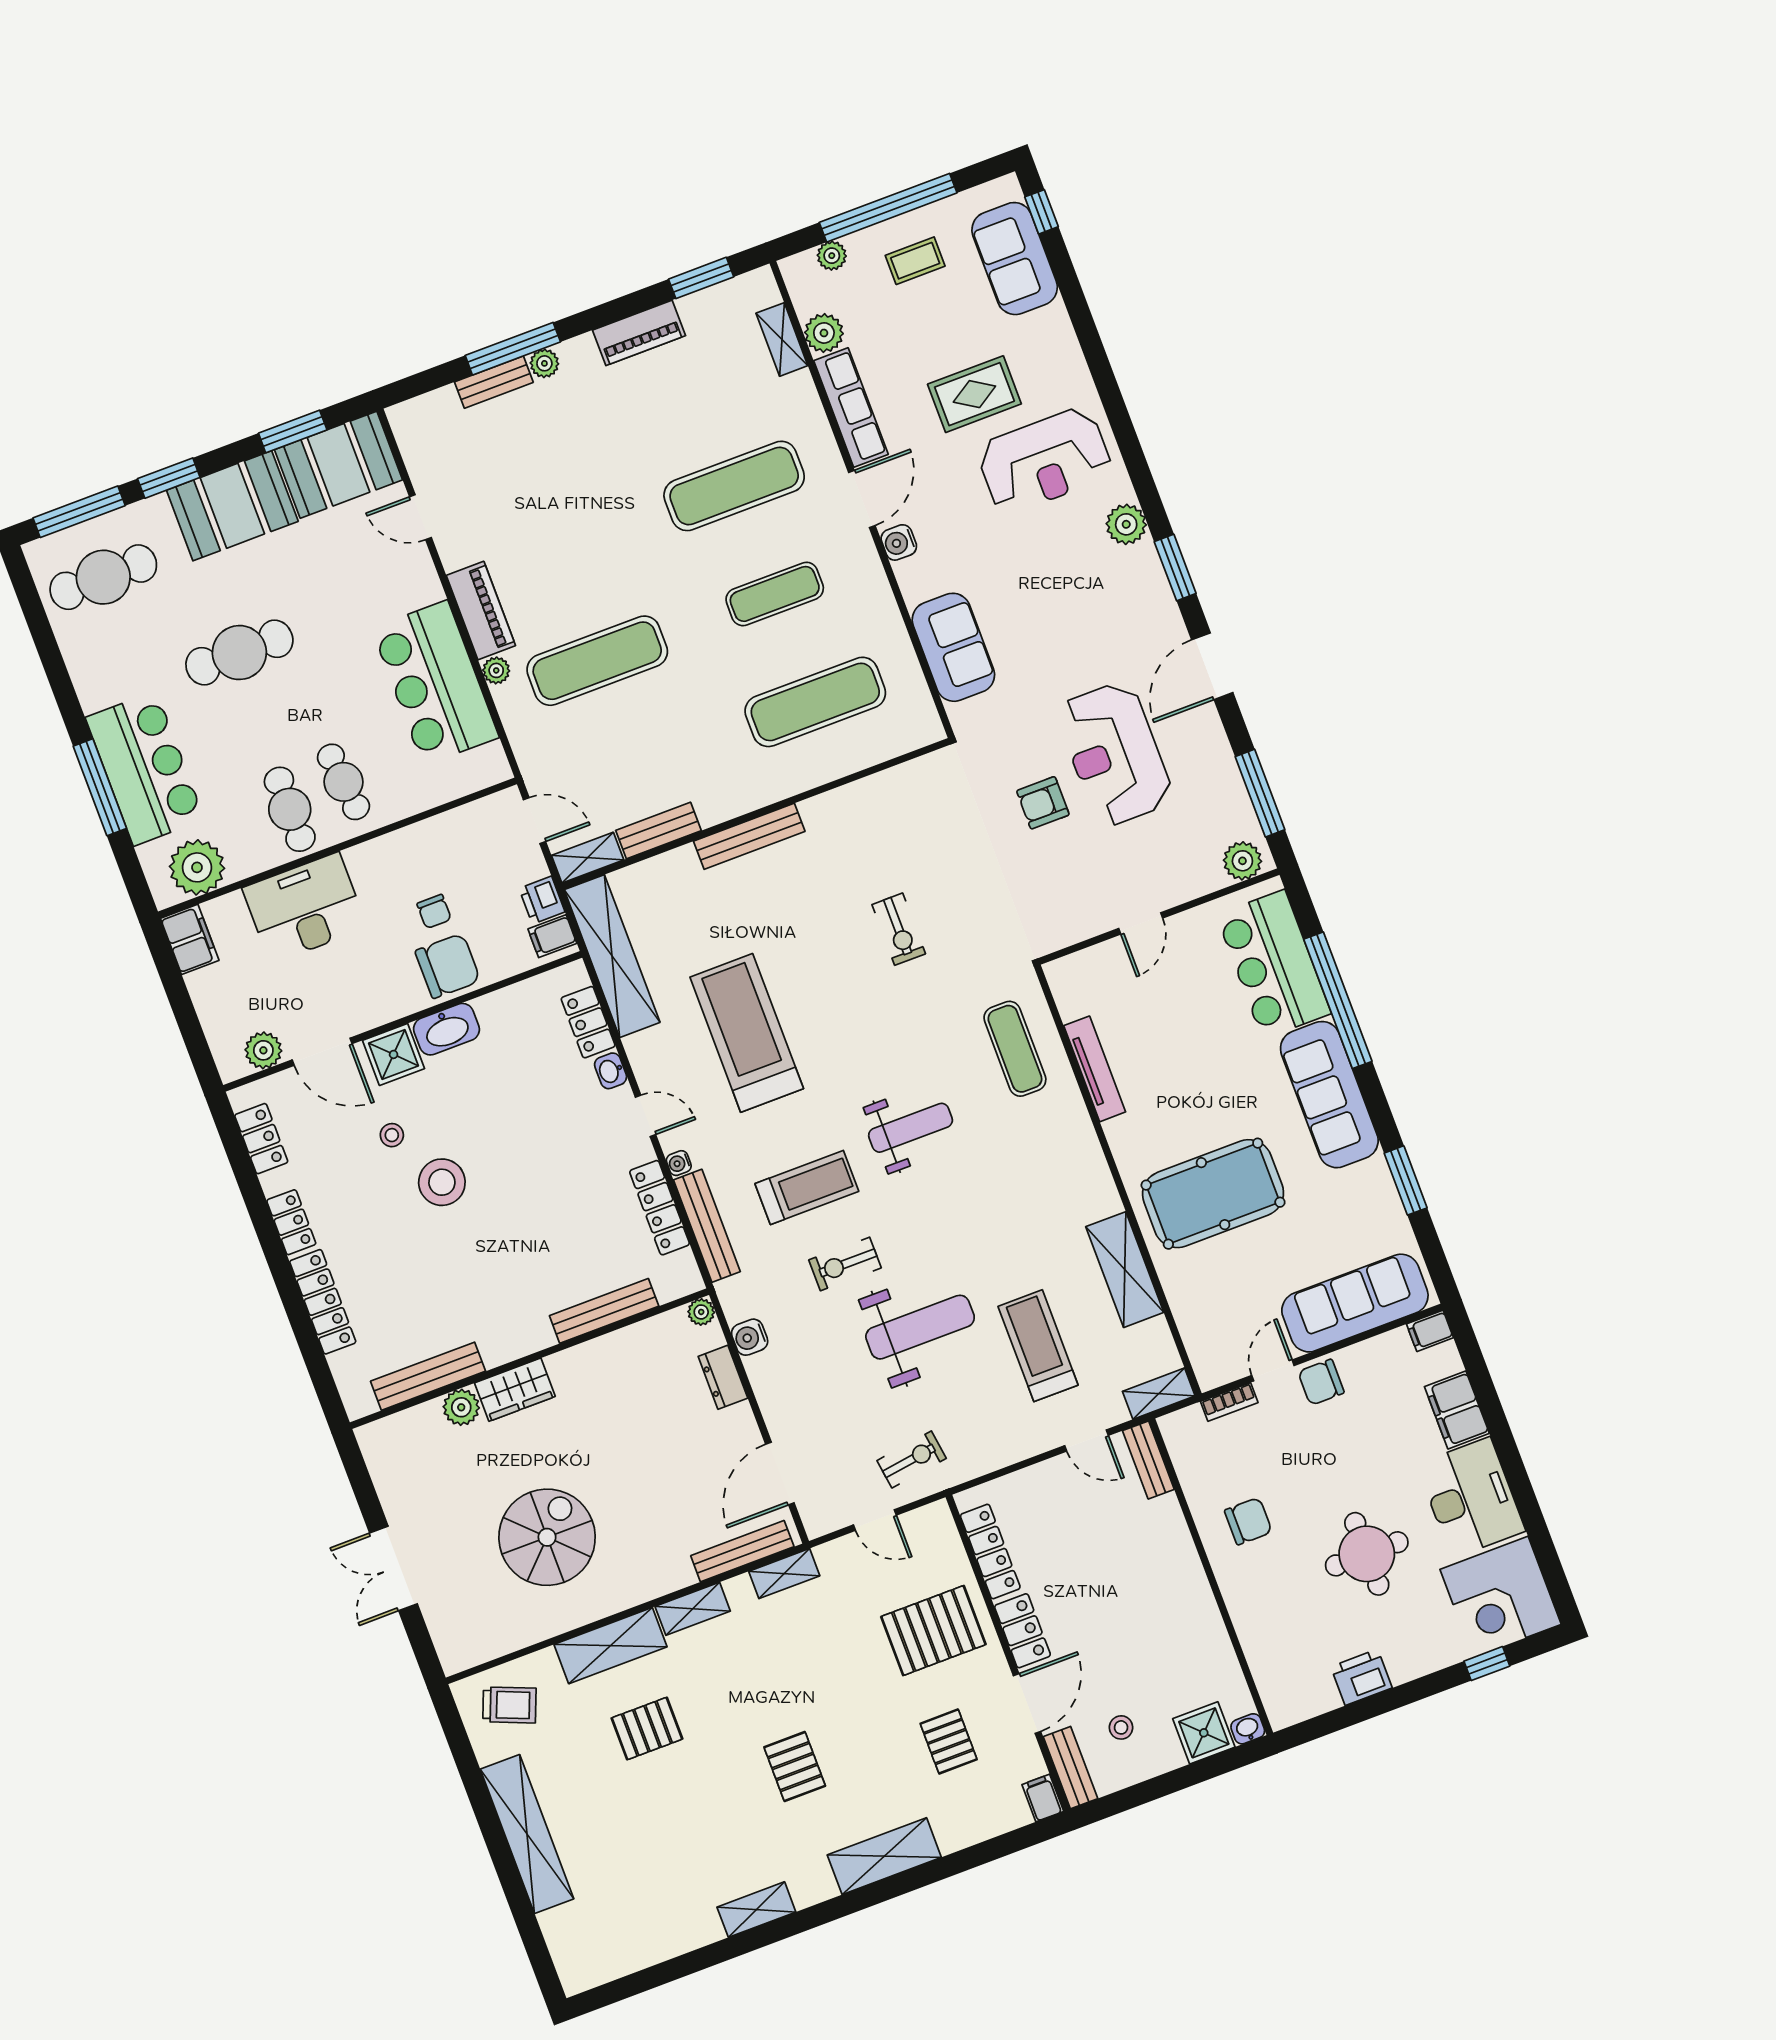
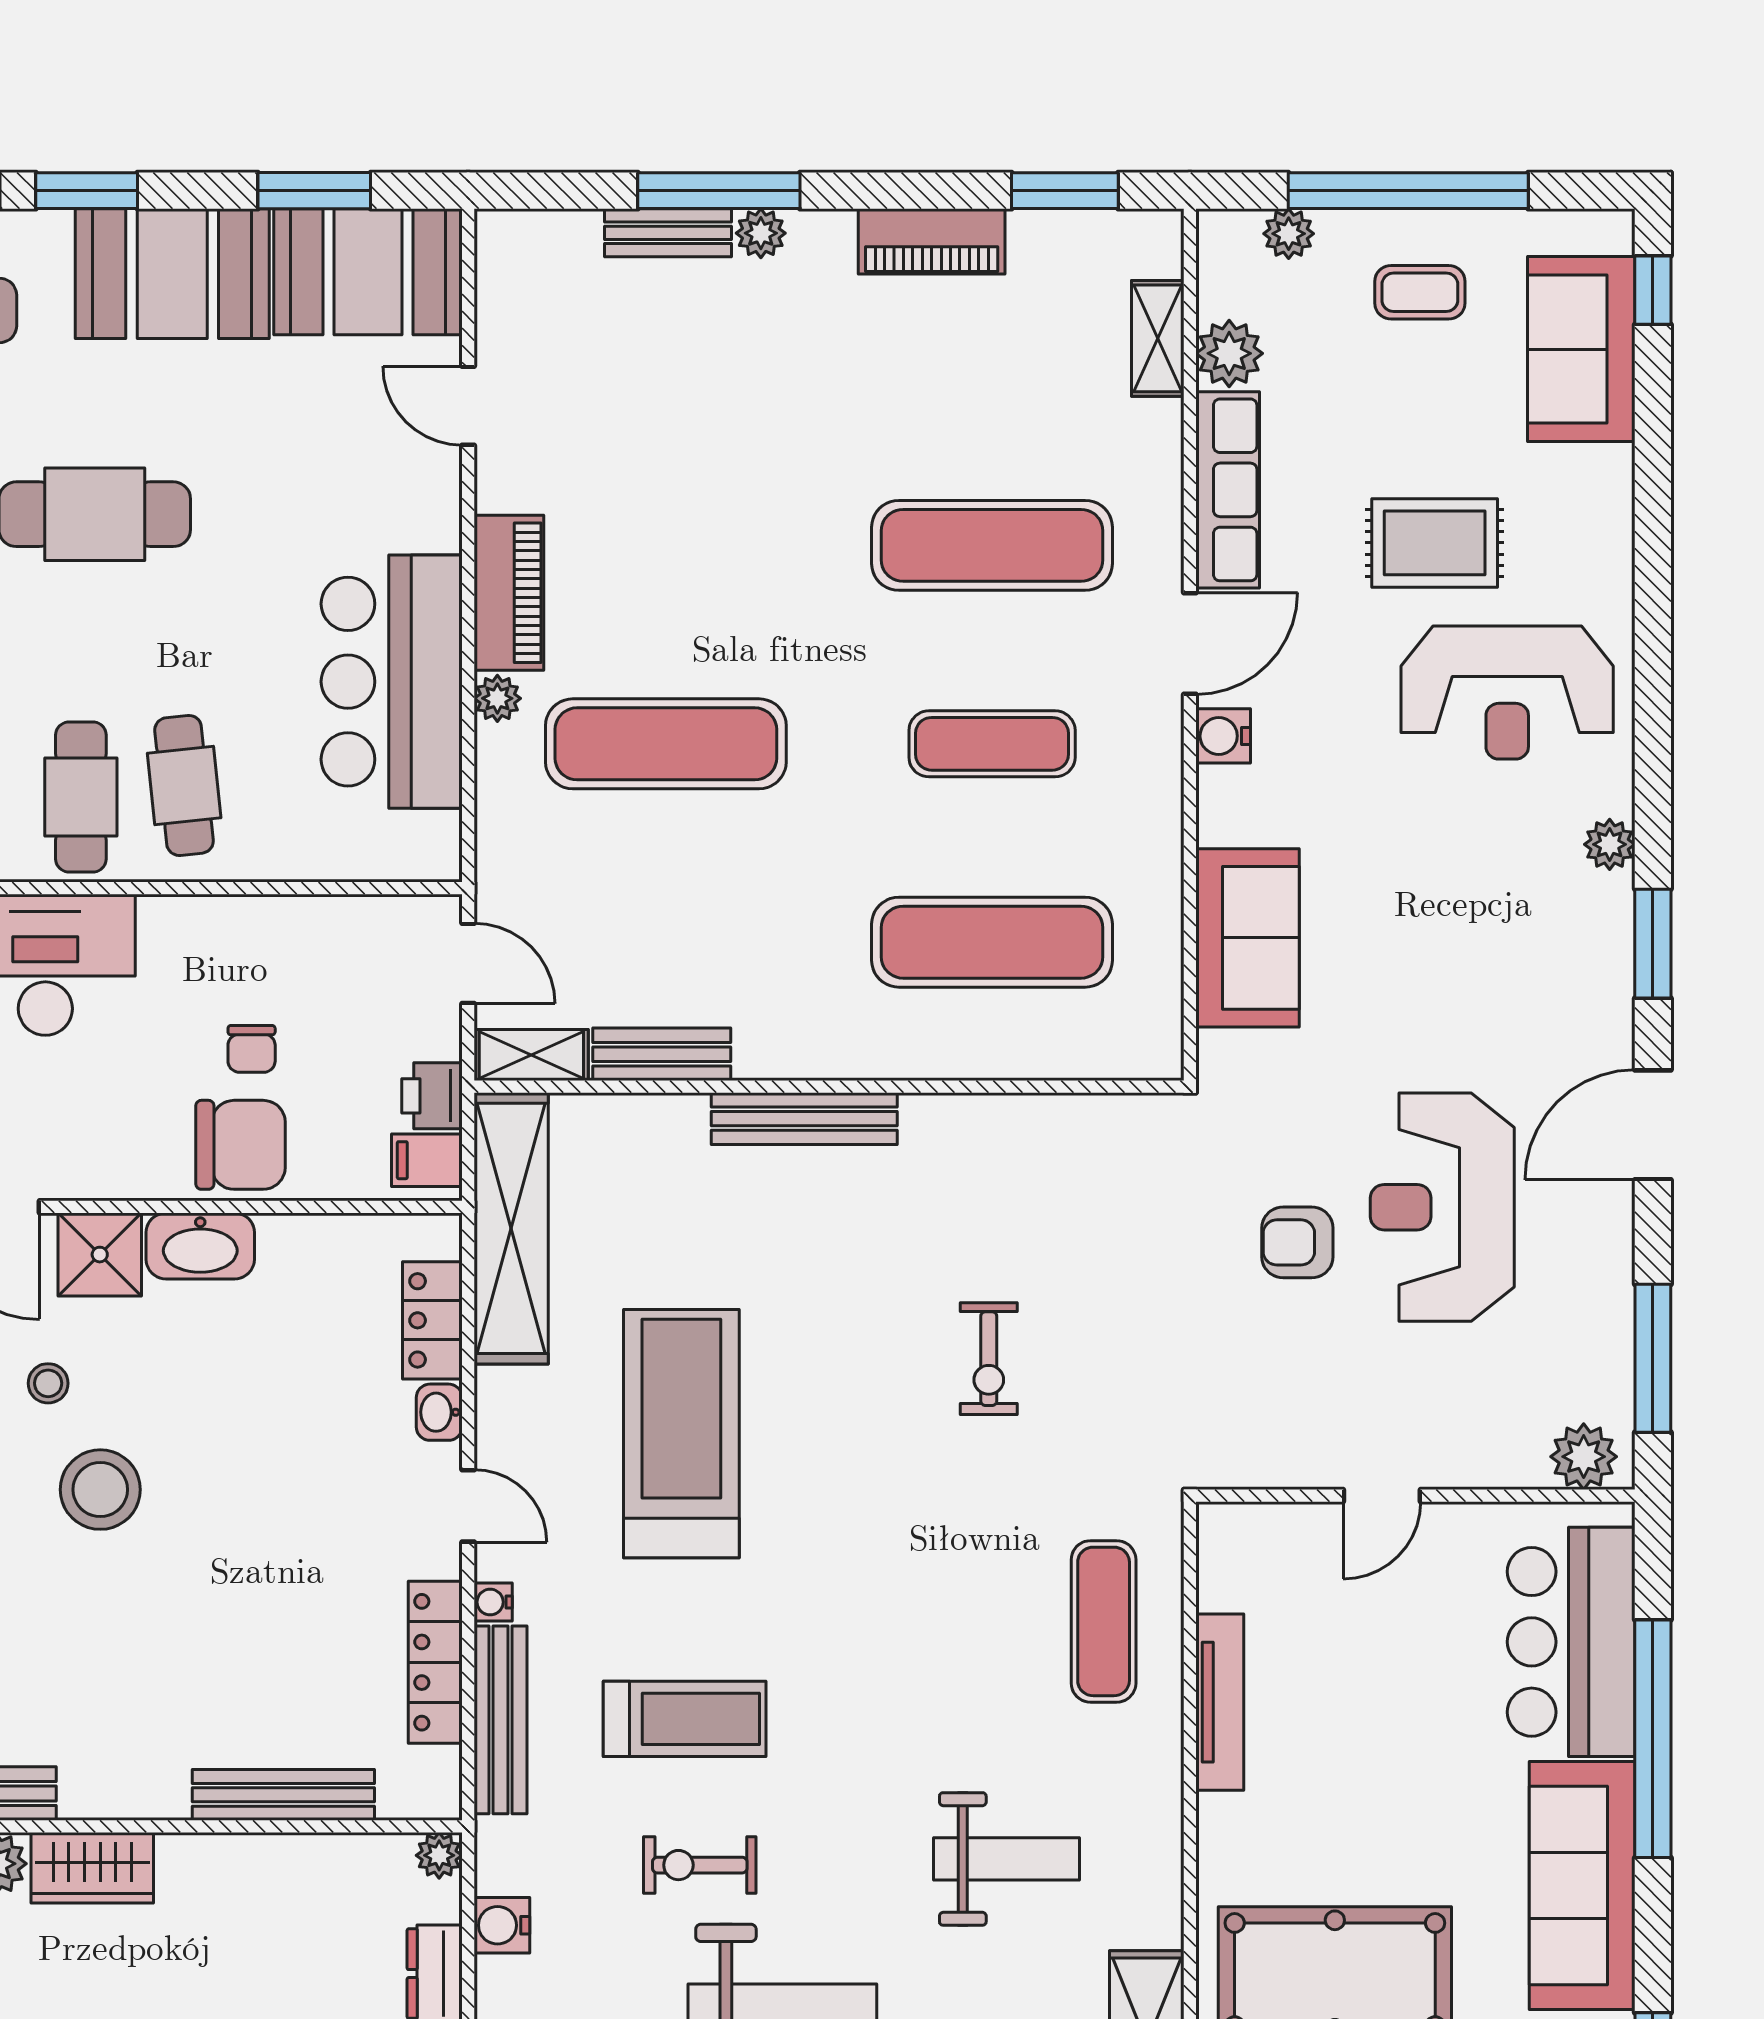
plant: (1126, 524) -> (1610, 844), width x0.73, depth x0.73
weight bench: (911, 1128) -> (1007, 1859), moved

